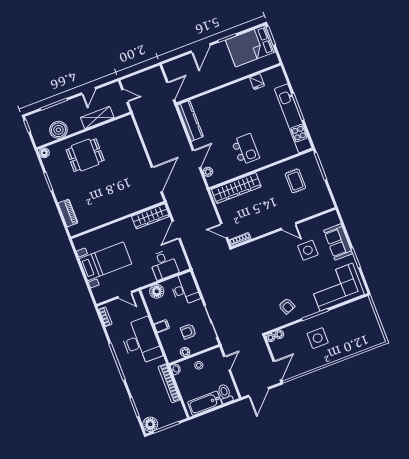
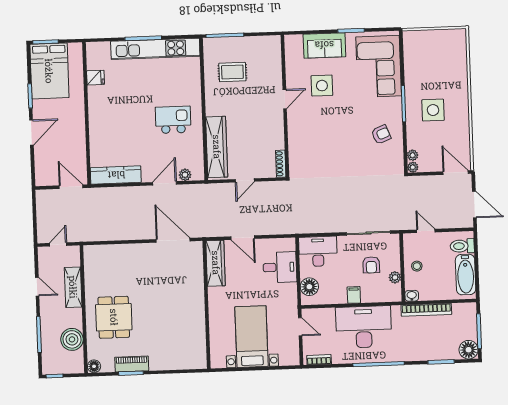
door: (201, 48) -> (31, 132), hinge flipped
door: (197, 159) -> (165, 183), hinge flipped
piano: (68, 213) -> (132, 364), moved
door: (224, 231) -> (245, 180), moved
door: (125, 295) -> (300, 327), hinge flipped

